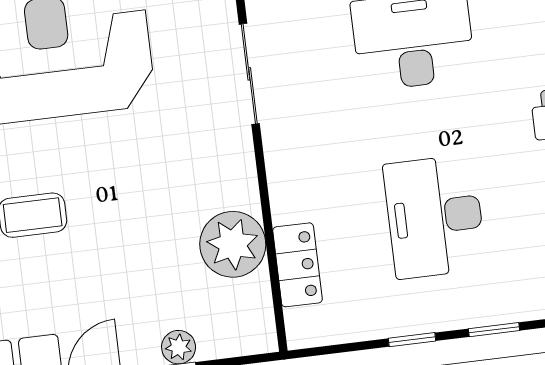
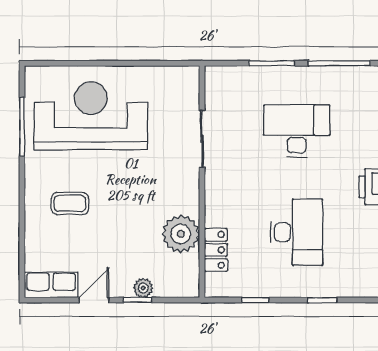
desk: (435, 217) -> (297, 232), turned 180
window: (412, 340) -> (255, 300), moved

